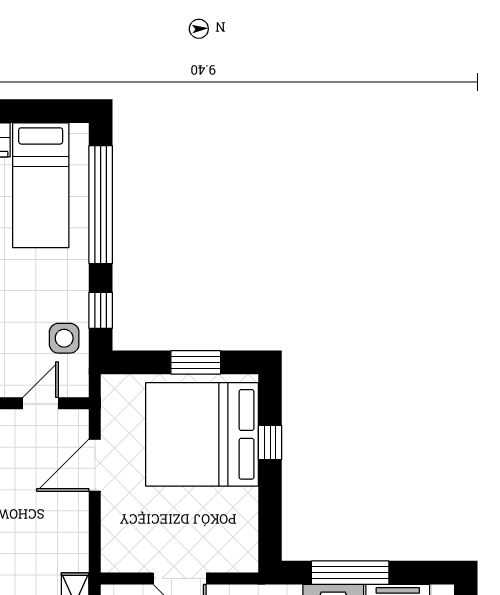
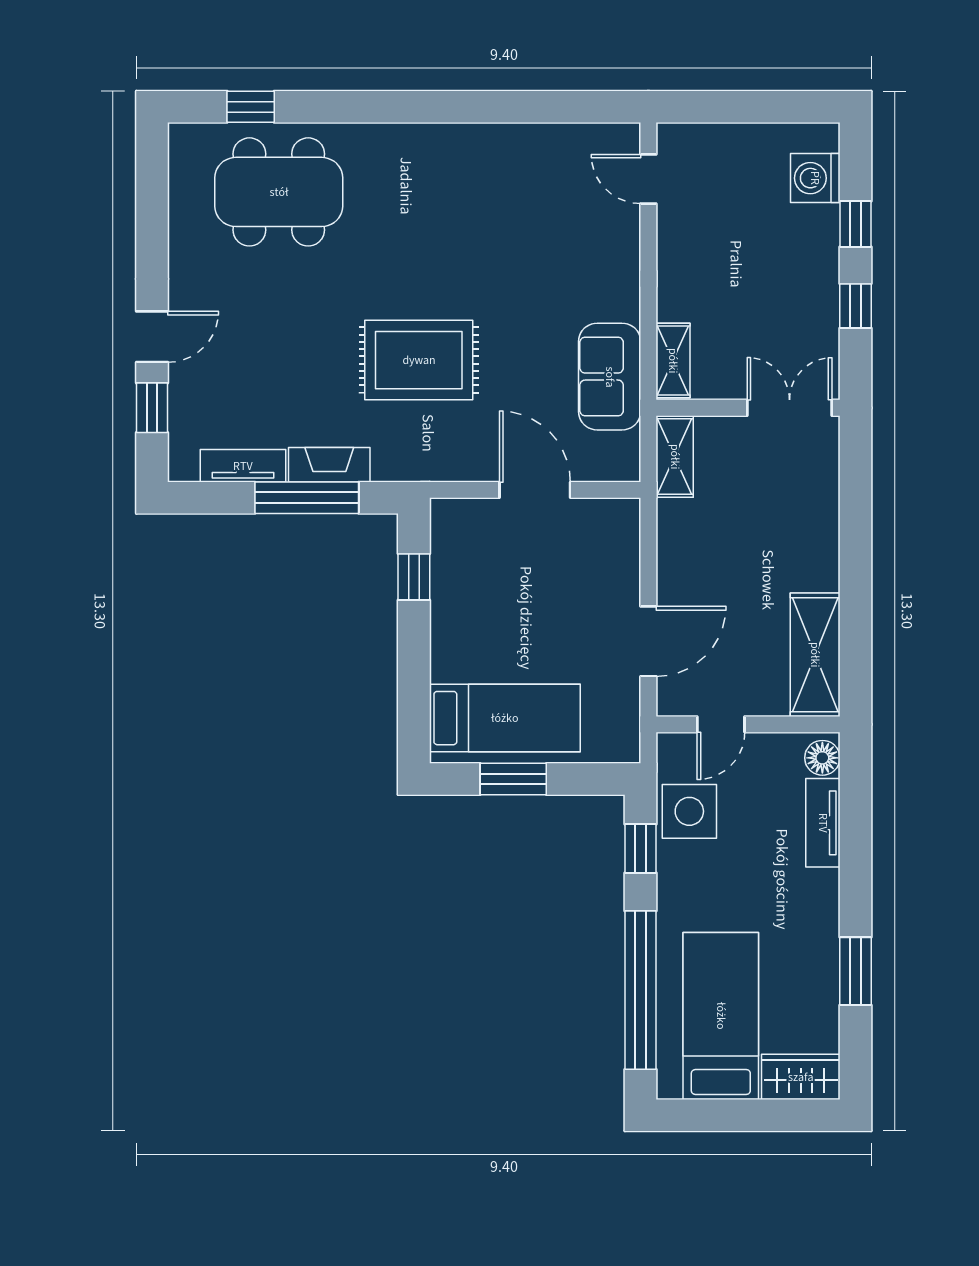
side table: (64, 338) -> (689, 811), width x1.37, depth x1.37
bed: (202, 434) -> (505, 718), width x0.49
window: (270, 442) -> (414, 577), moved

